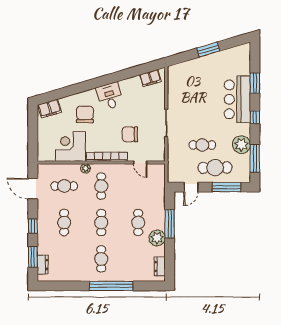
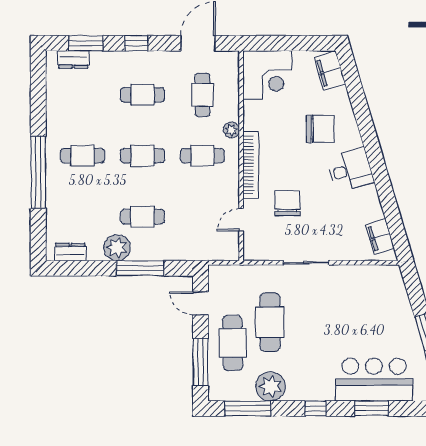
bar counter: (237, 99) -> (374, 380), moved
cafe table: (202, 145) -> (270, 322), width x1.37, depth x1.35
corner desk: (71, 147) -> (267, 75), moved, turned 90

